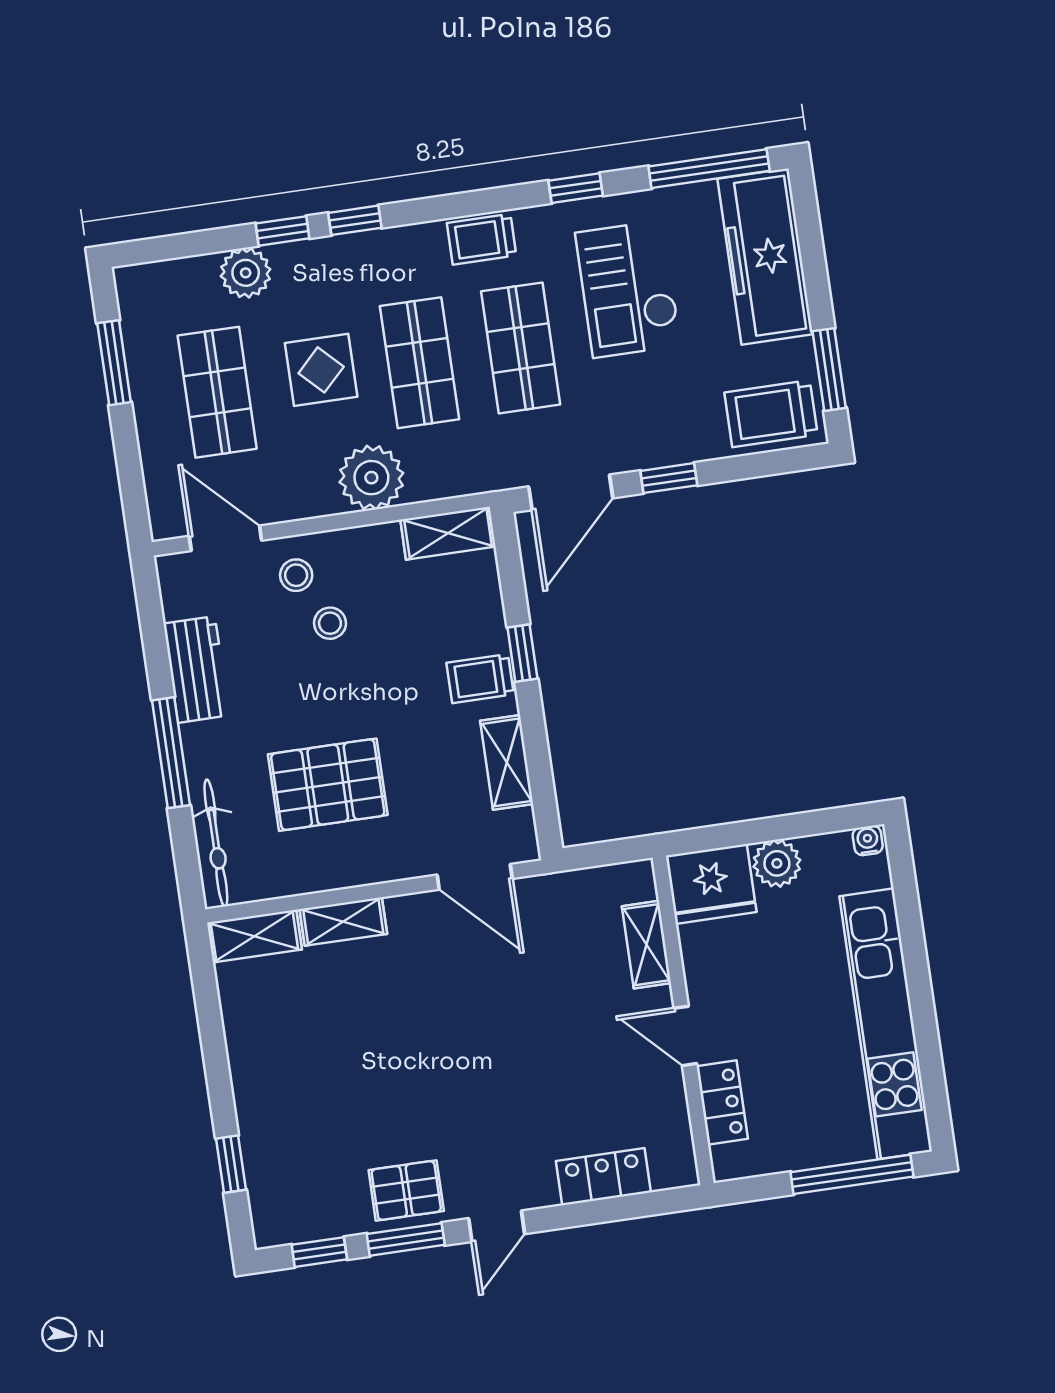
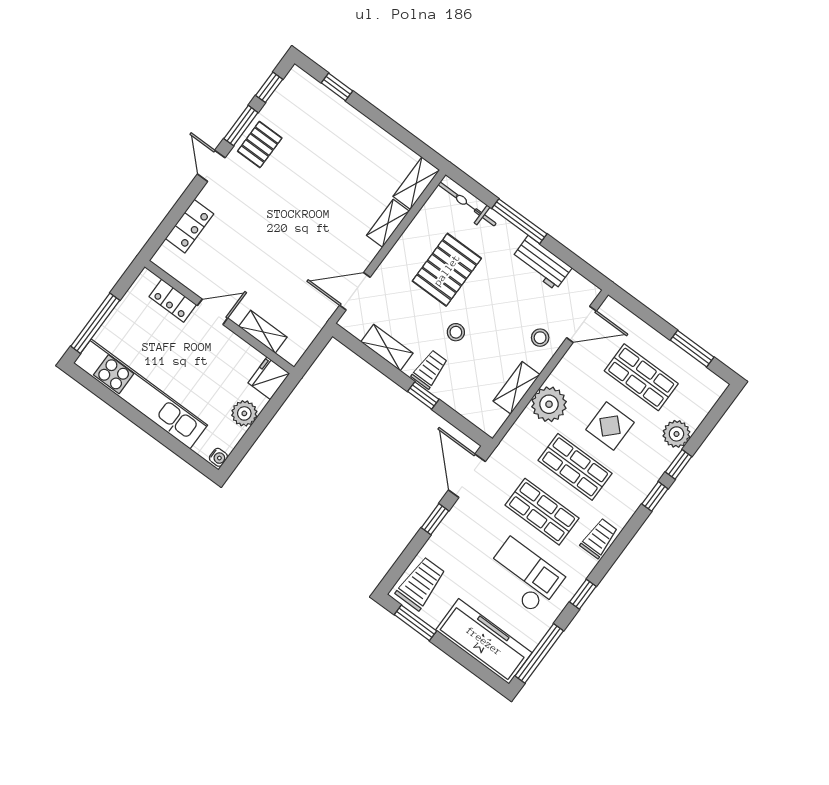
shelving: (448, 533) -> (516, 388), moved
stool: (330, 623) -> (456, 332), moved
fridge: (711, 884) -> (269, 378), width x0.73, depth x0.75

